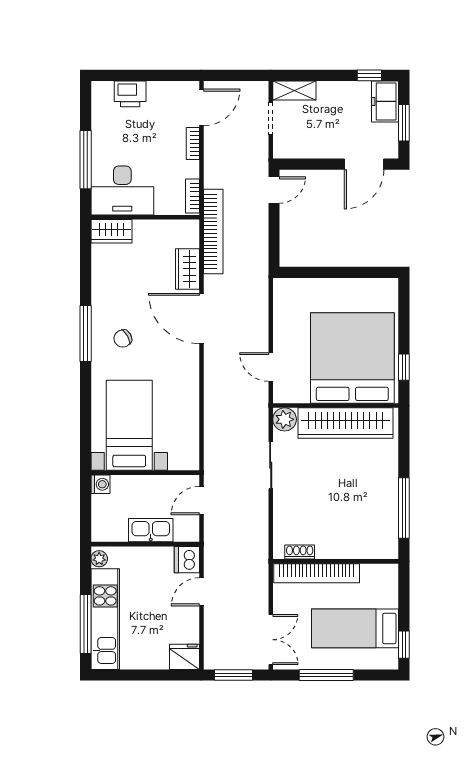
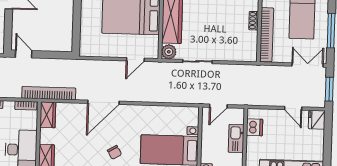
wardrobe: (187, 269) -> (48, 115), moved, turned -90
door: (201, 501) -> (218, 106), hinge flipped
shoe rack: (300, 552) -> (254, 21), moved
dishwasher: (187, 560) -> (254, 127), moved, turned -90
door: (201, 592) -> (293, 108), moved

